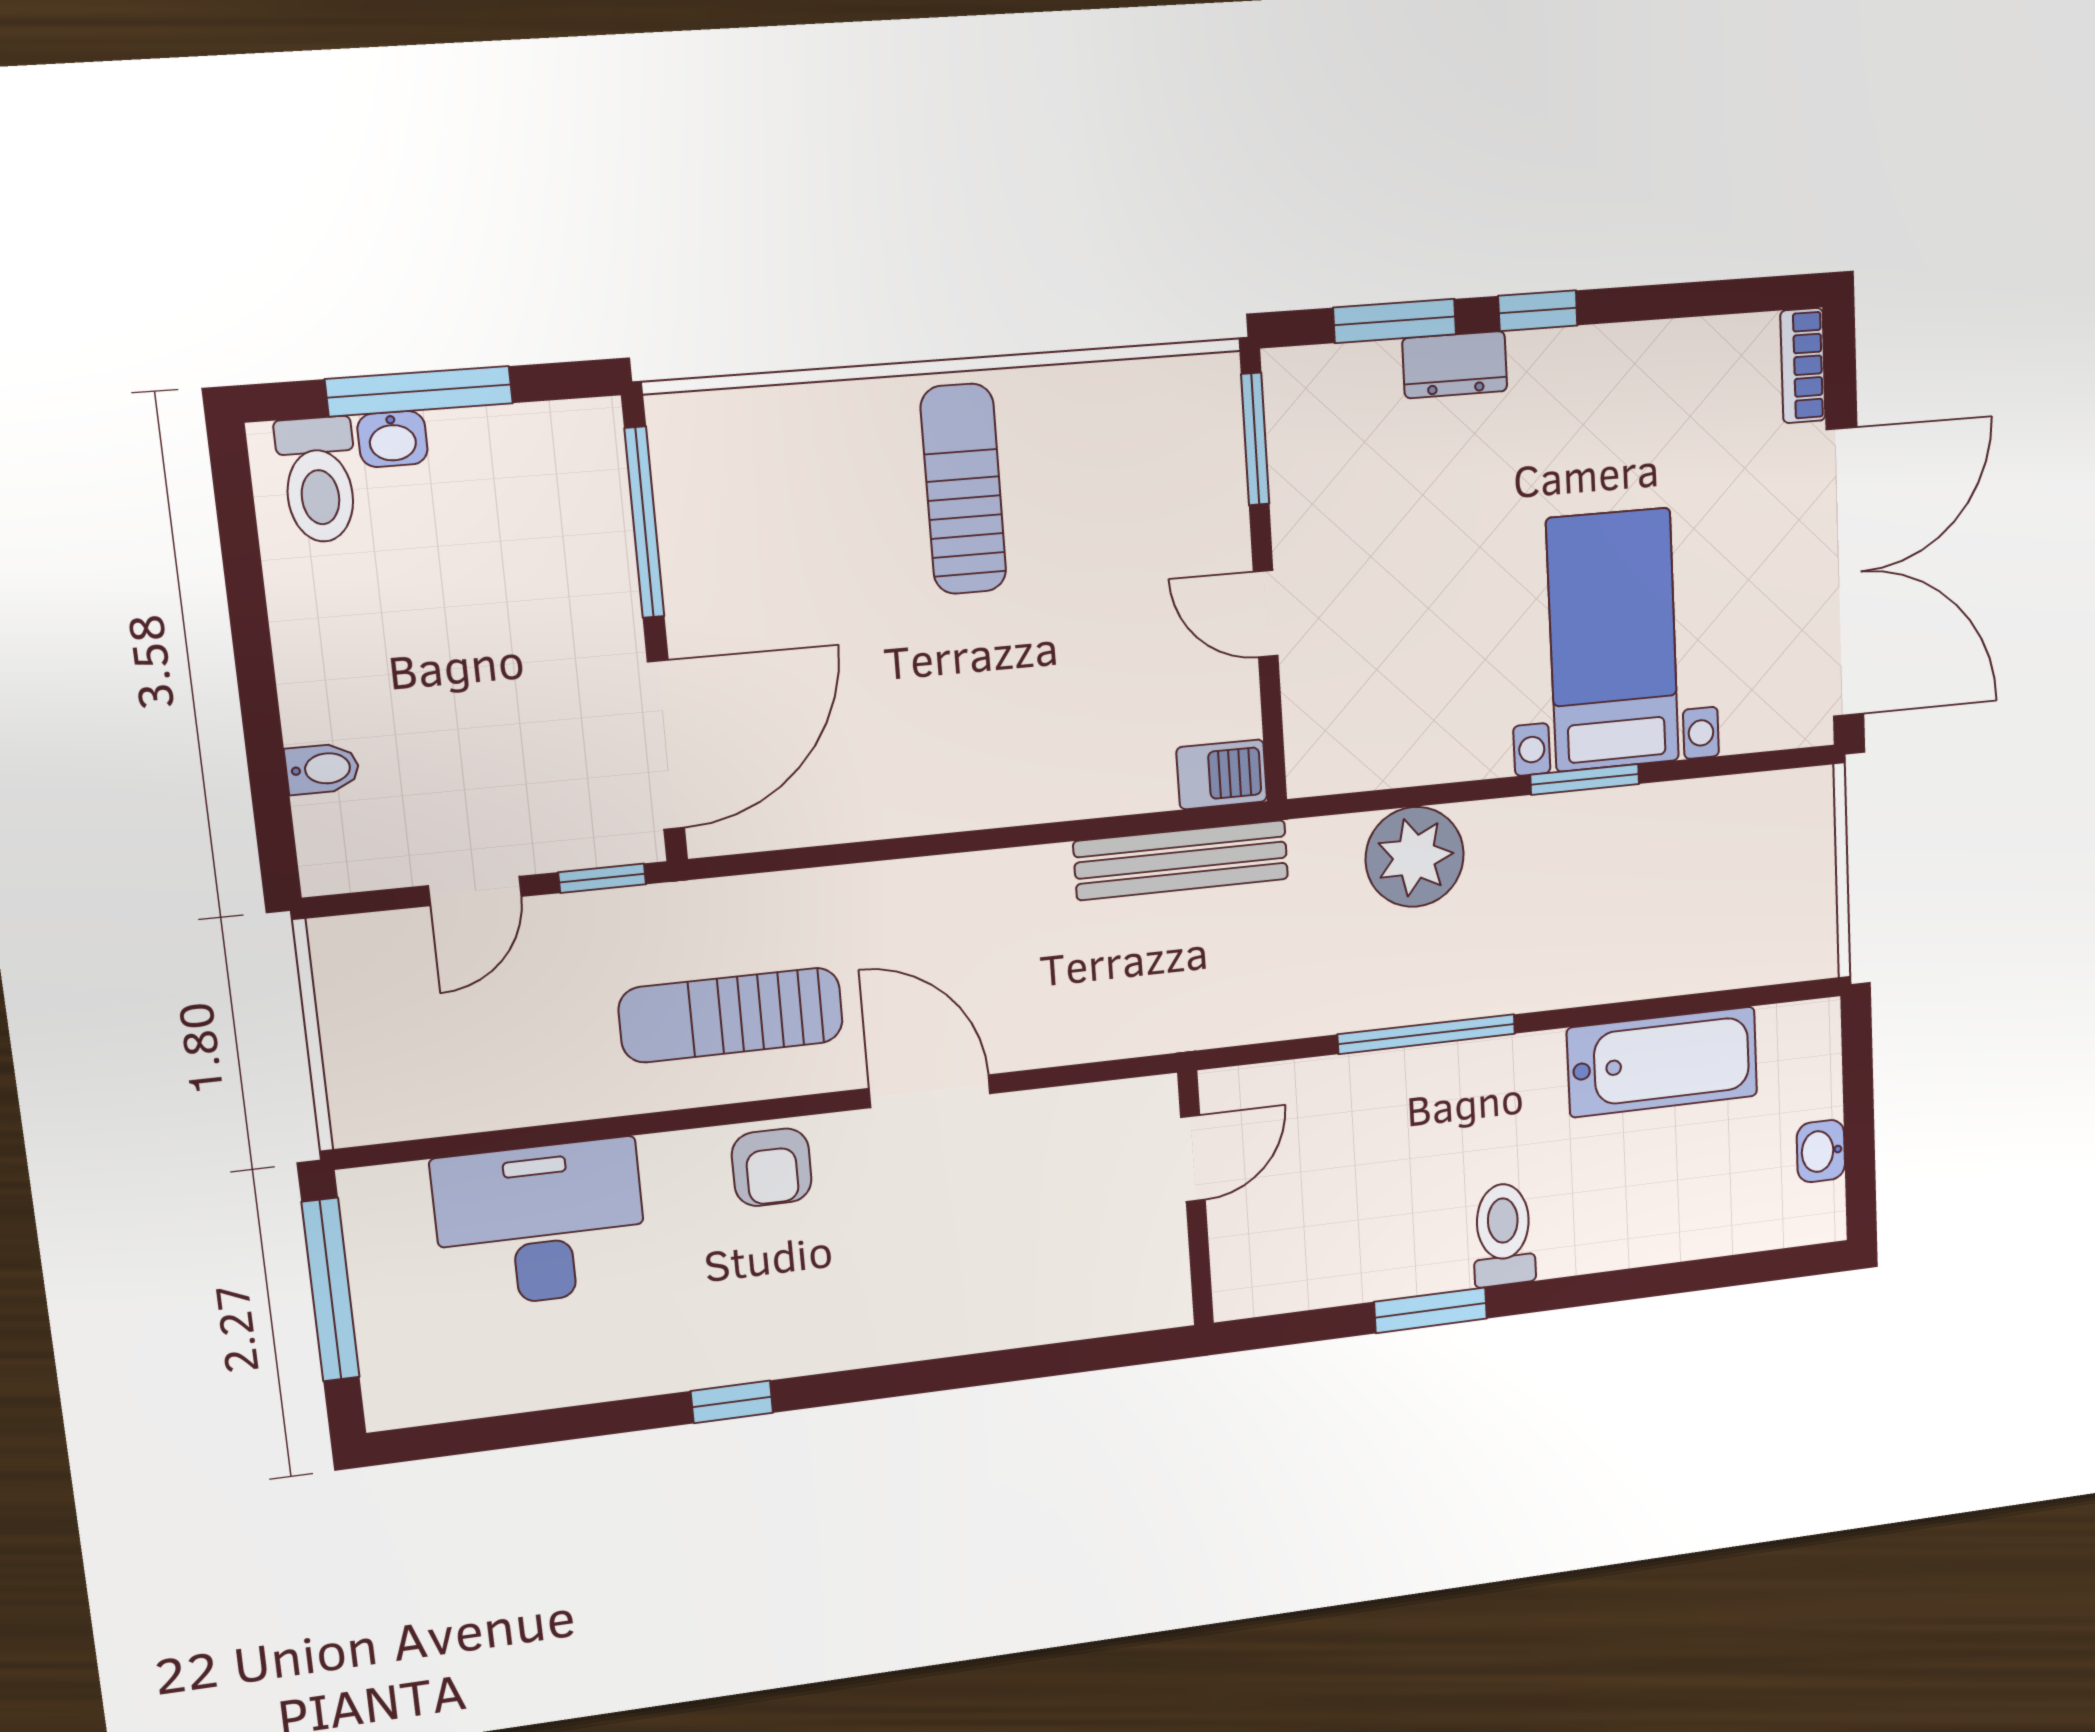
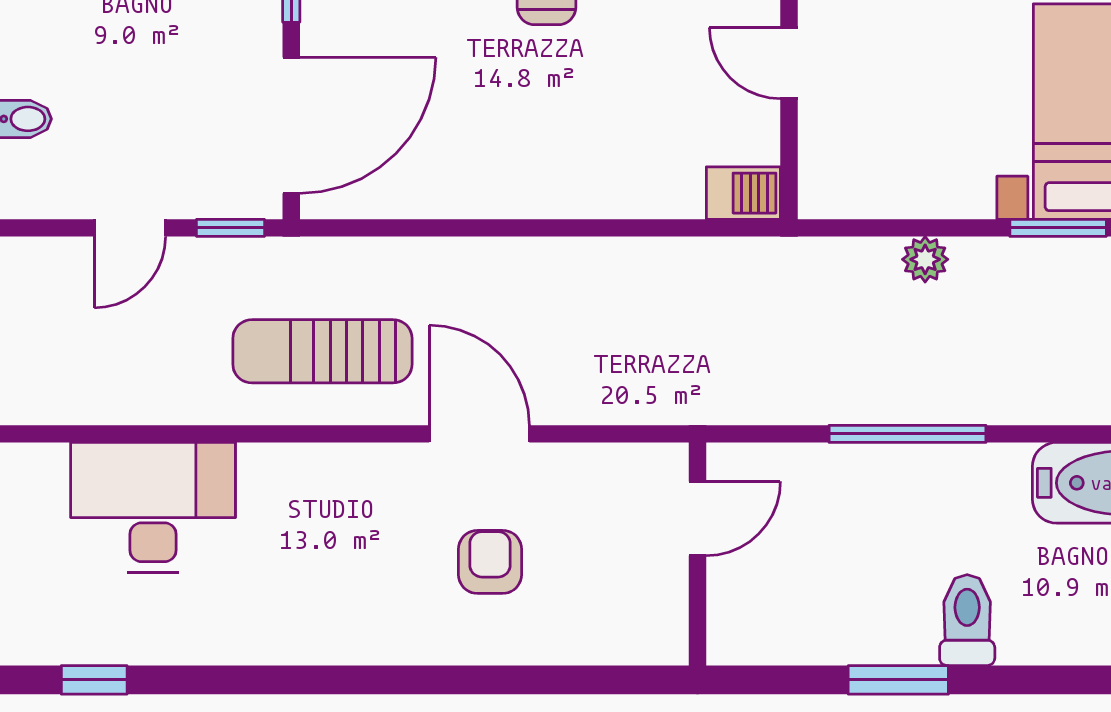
plant: (1415, 857) -> (925, 259), width x0.53, depth x0.53
bench: (1181, 860) -> (704, 262), removed
armchair: (772, 1167) -> (490, 562), moved, turned 180
window: (732, 1402) -> (94, 680), moved

